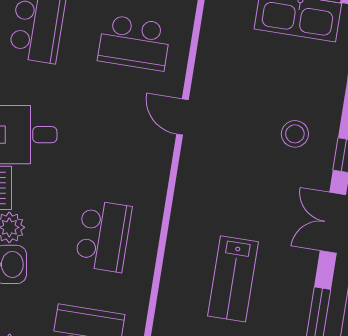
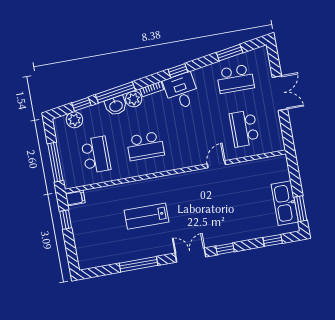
stool: (295, 134) -> (227, 222), removed

